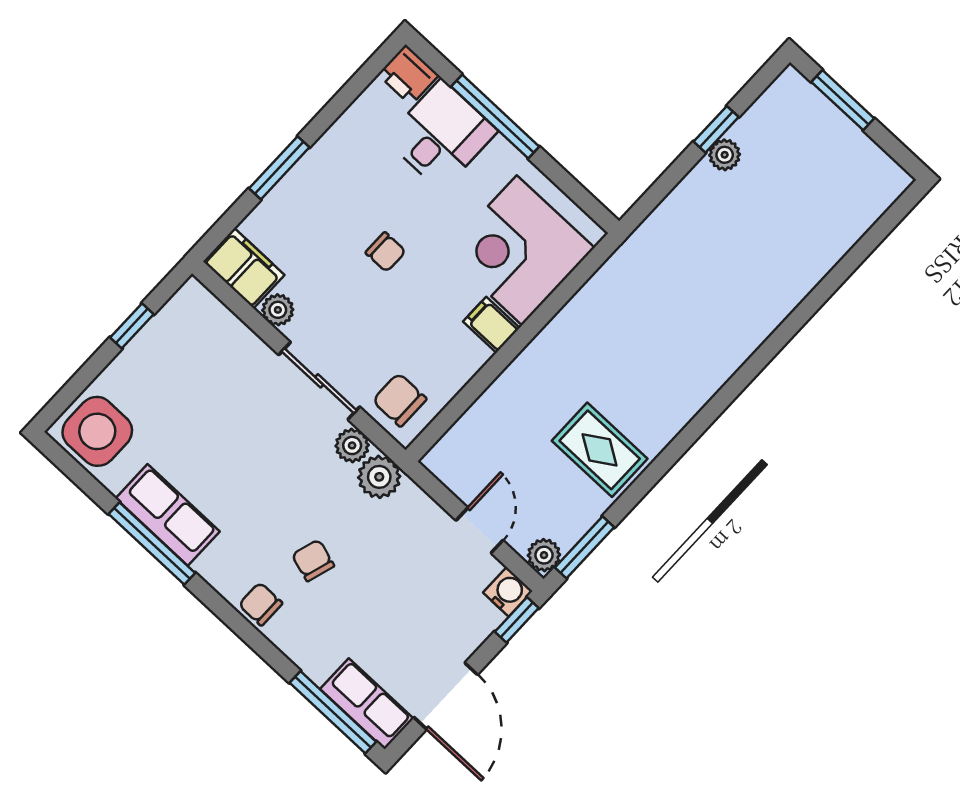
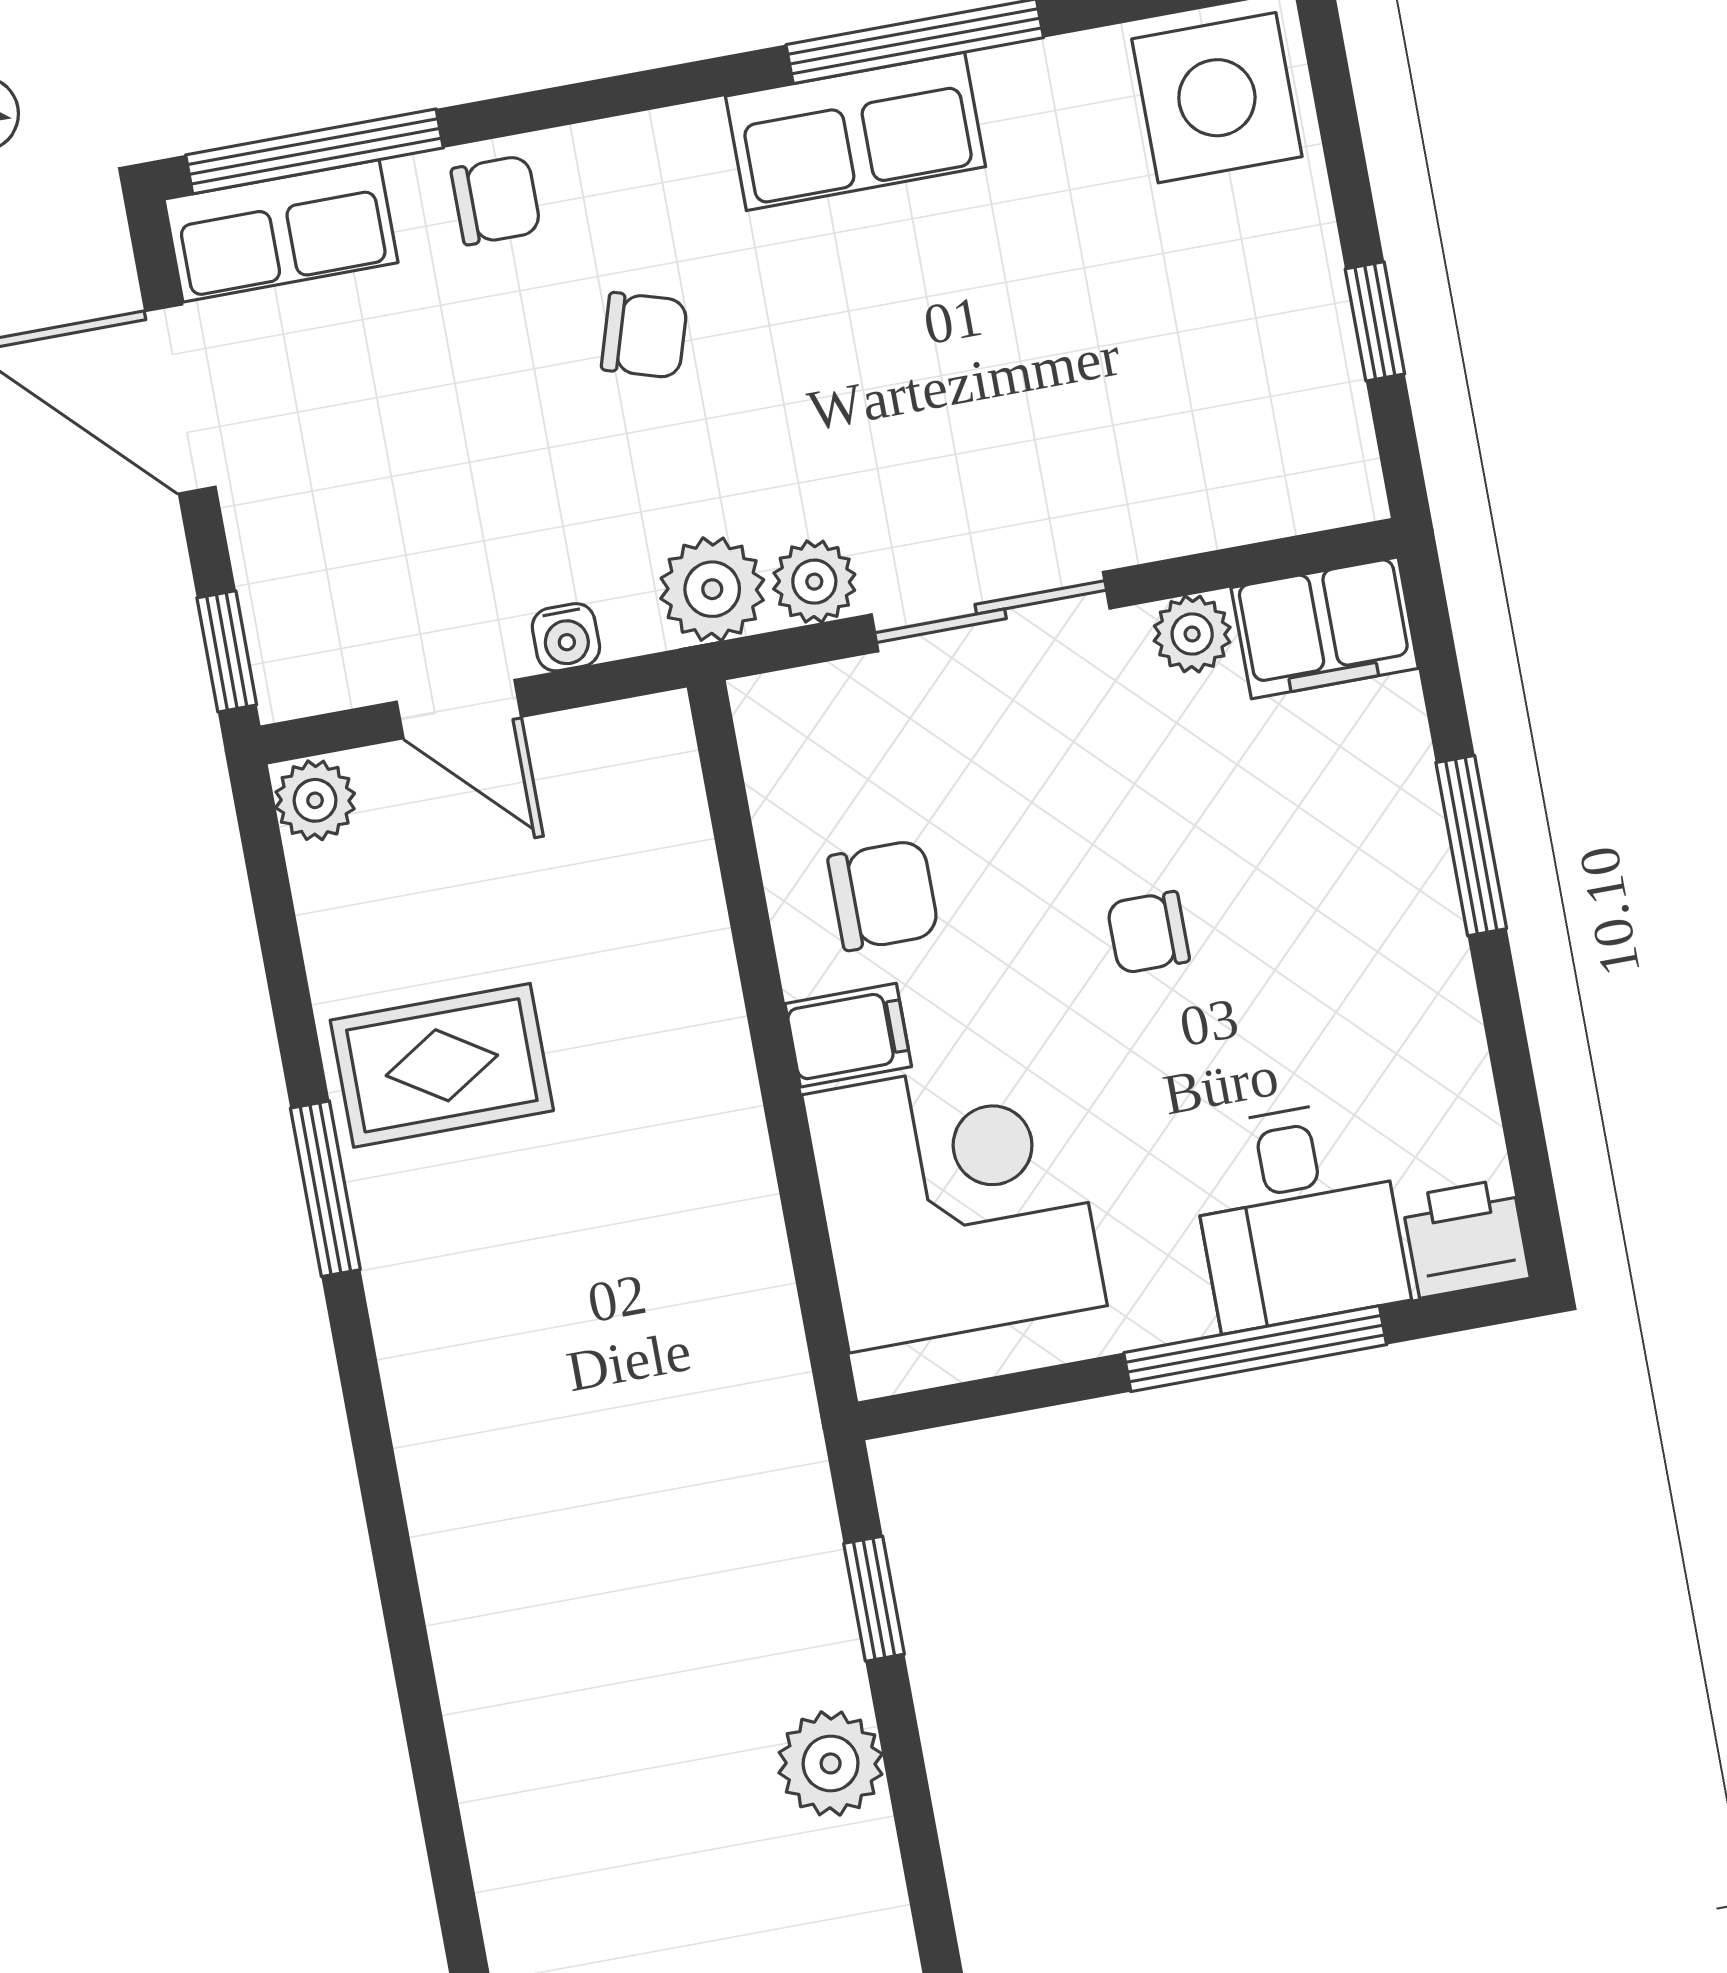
window: (716, 129) -> (874, 1599), moved
plant: (725, 155) -> (831, 1763), width x1.38, depth x1.38
chair: (400, 400) -> (883, 895), moved
row of seats: (168, 515) -> (855, 131), moved
window: (584, 547) -> (325, 1189), moved
water cooler: (508, 592) -> (566, 637), moved, width x0.72, depth x0.72
chair: (261, 604) -> (496, 200), moved

